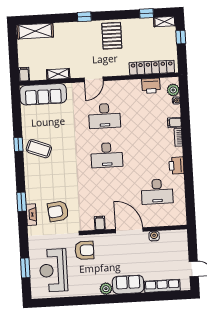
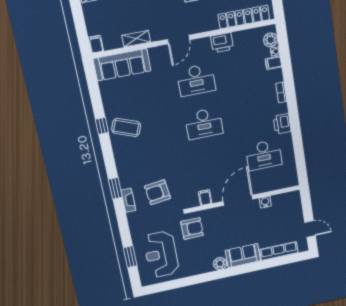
printer: (151, 86) -> (222, 43), moved
filing cabinet: (174, 123) -> (273, 63), moved
door: (129, 230) -> (238, 200), hinge flipped

